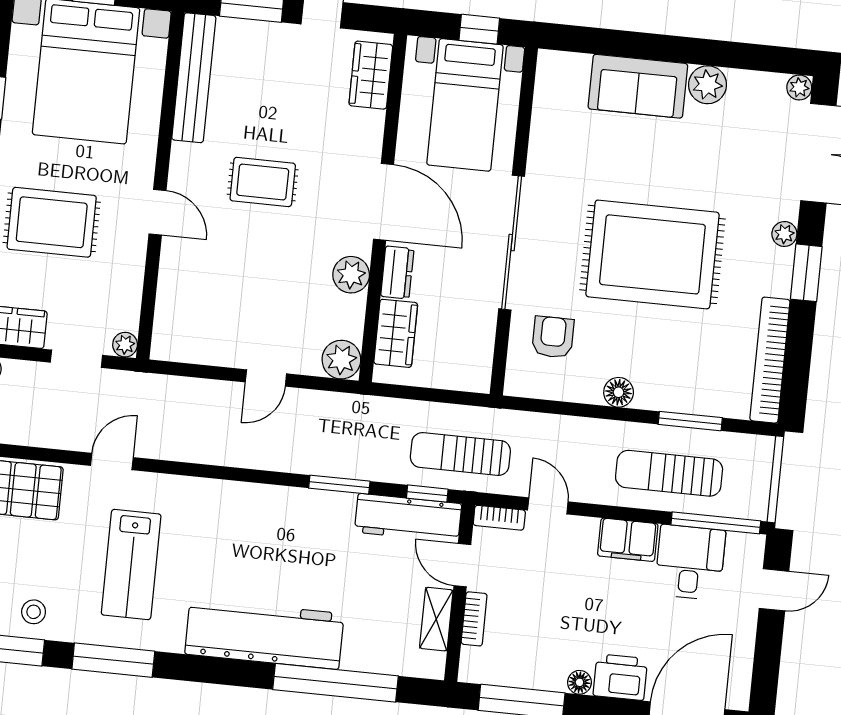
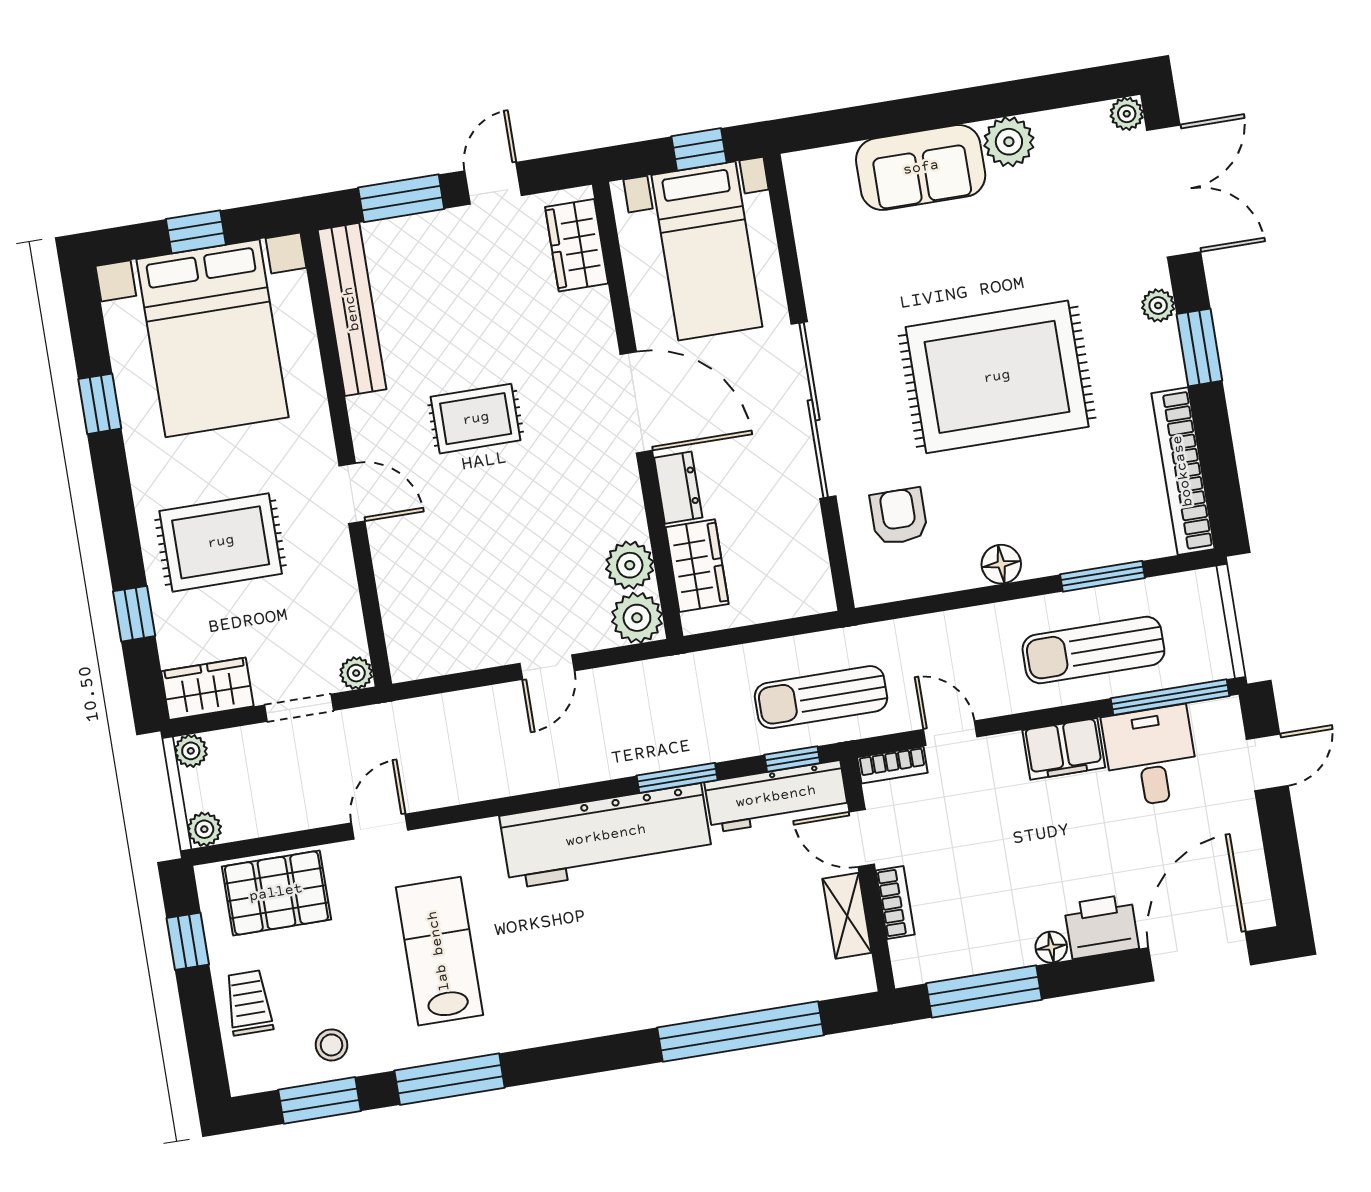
plant: (351, 275) -> (630, 565), moved
lab bench: (131, 564) -> (439, 951), turned 180
workbench: (264, 634) -> (606, 836), moved, turned 180

